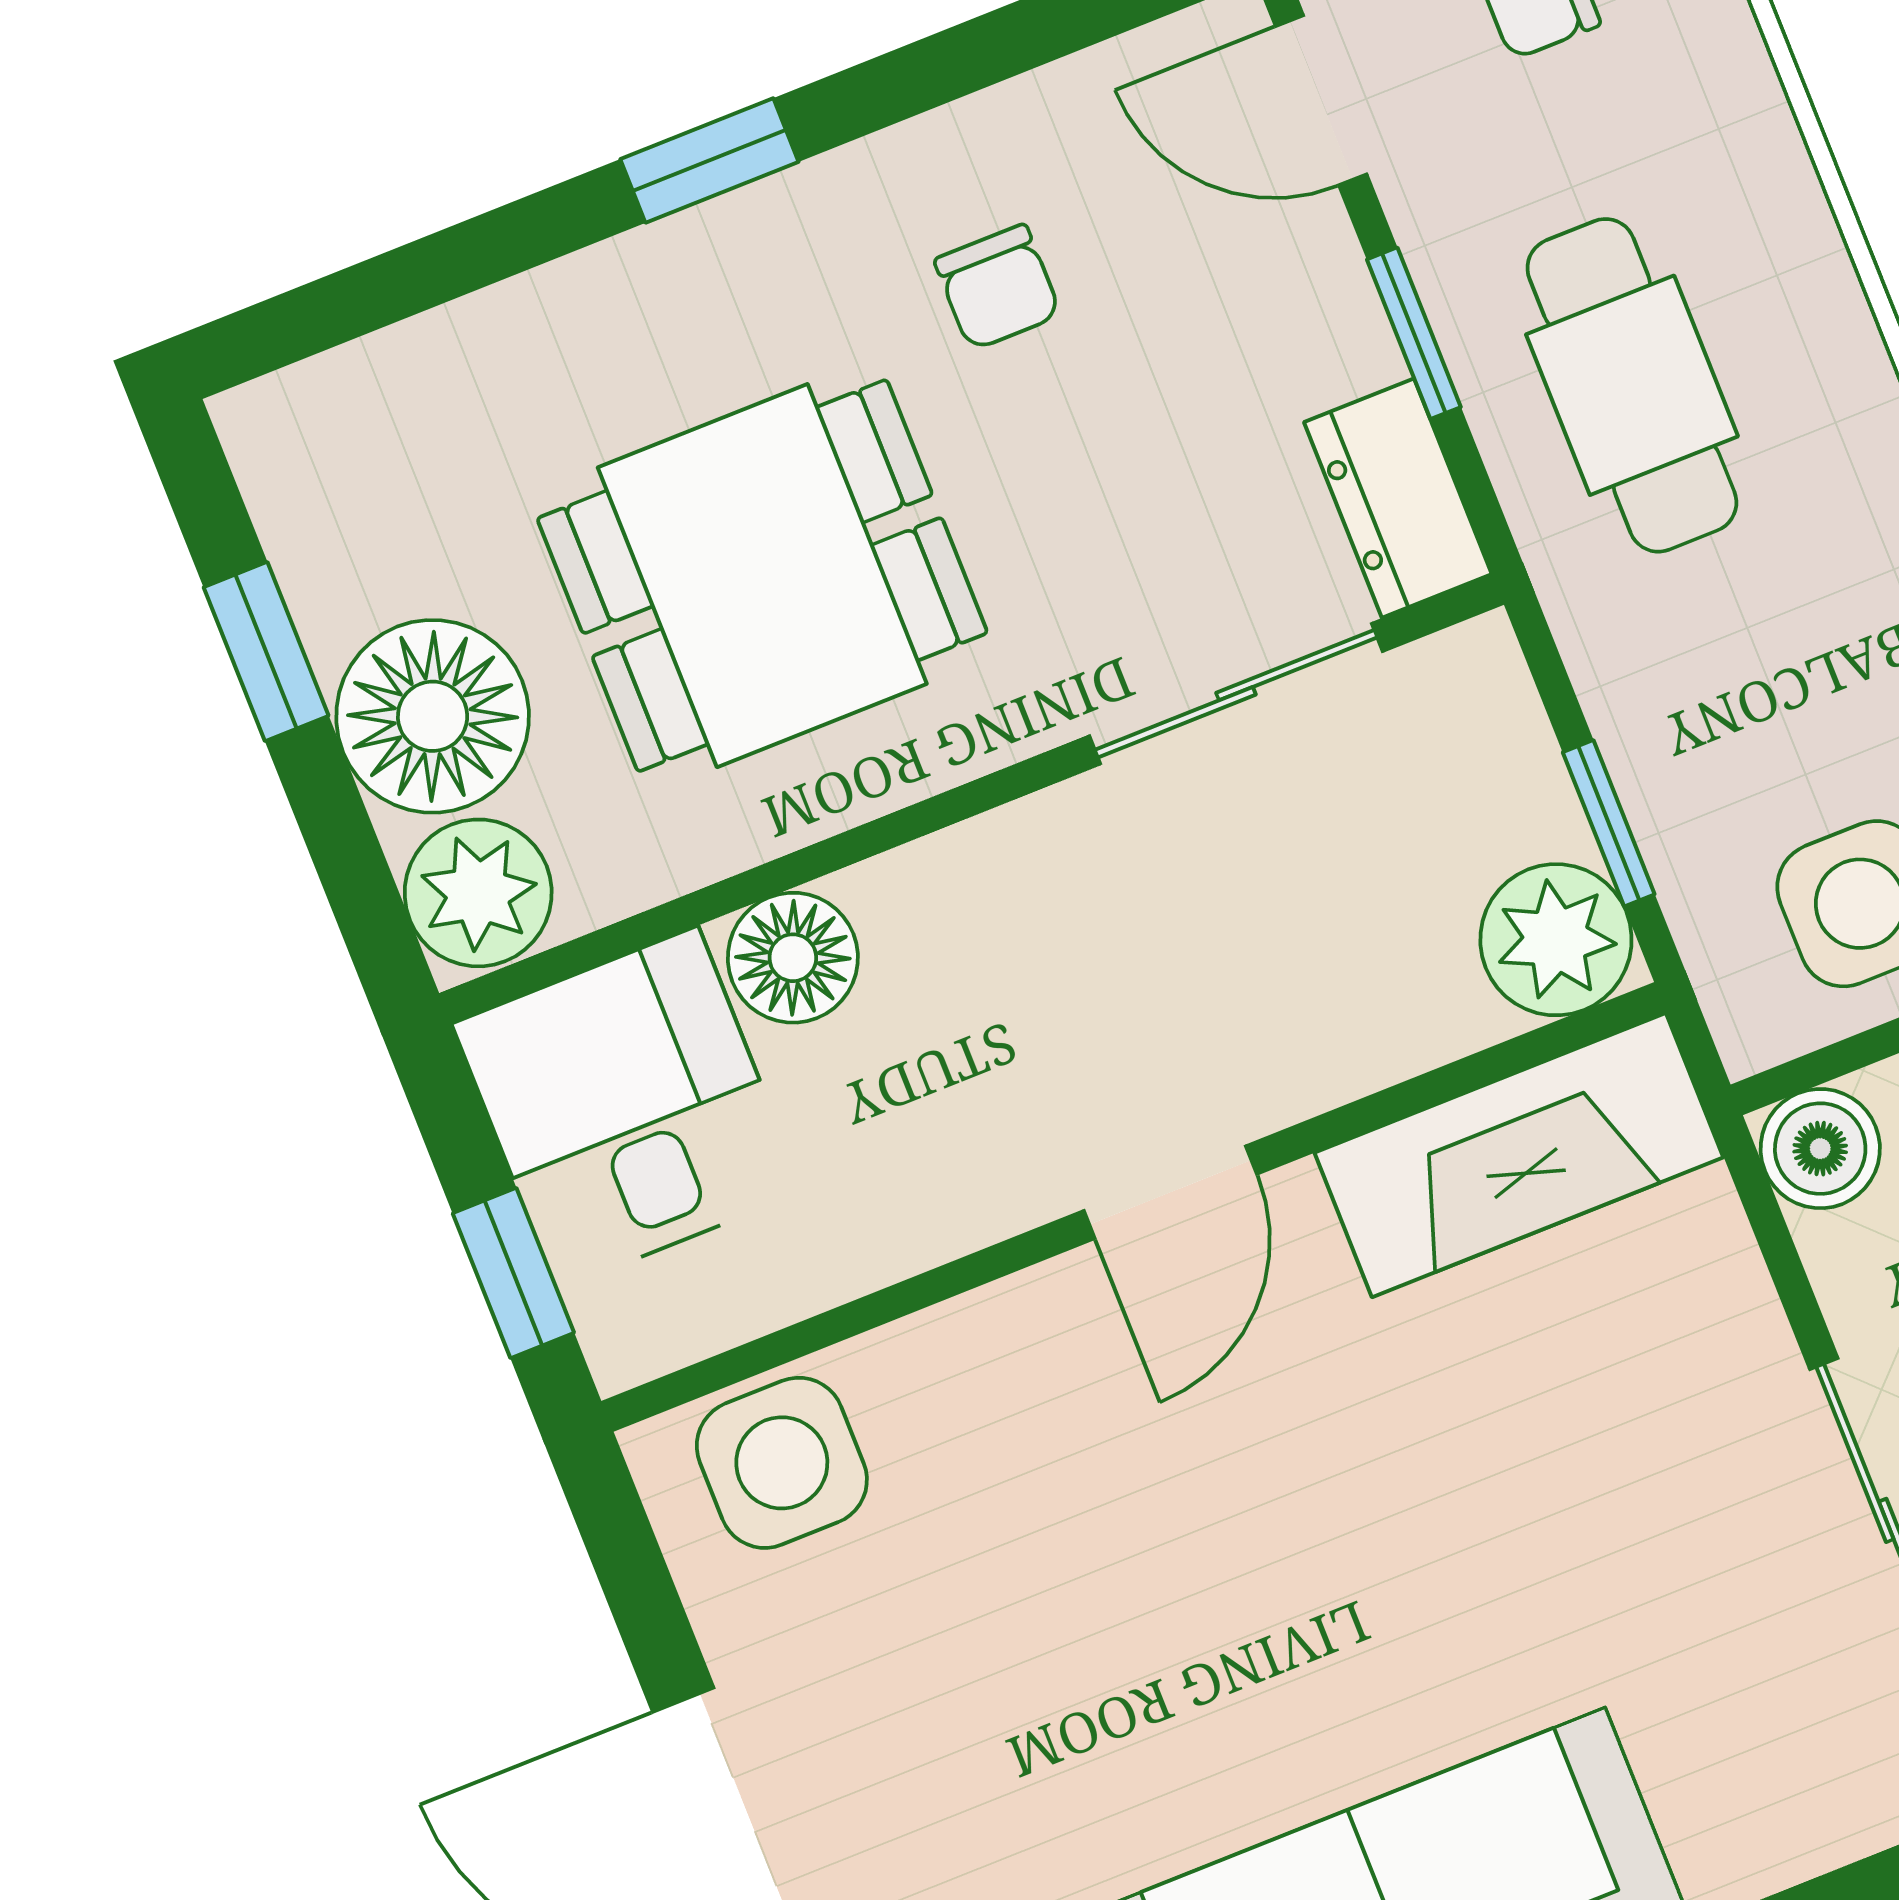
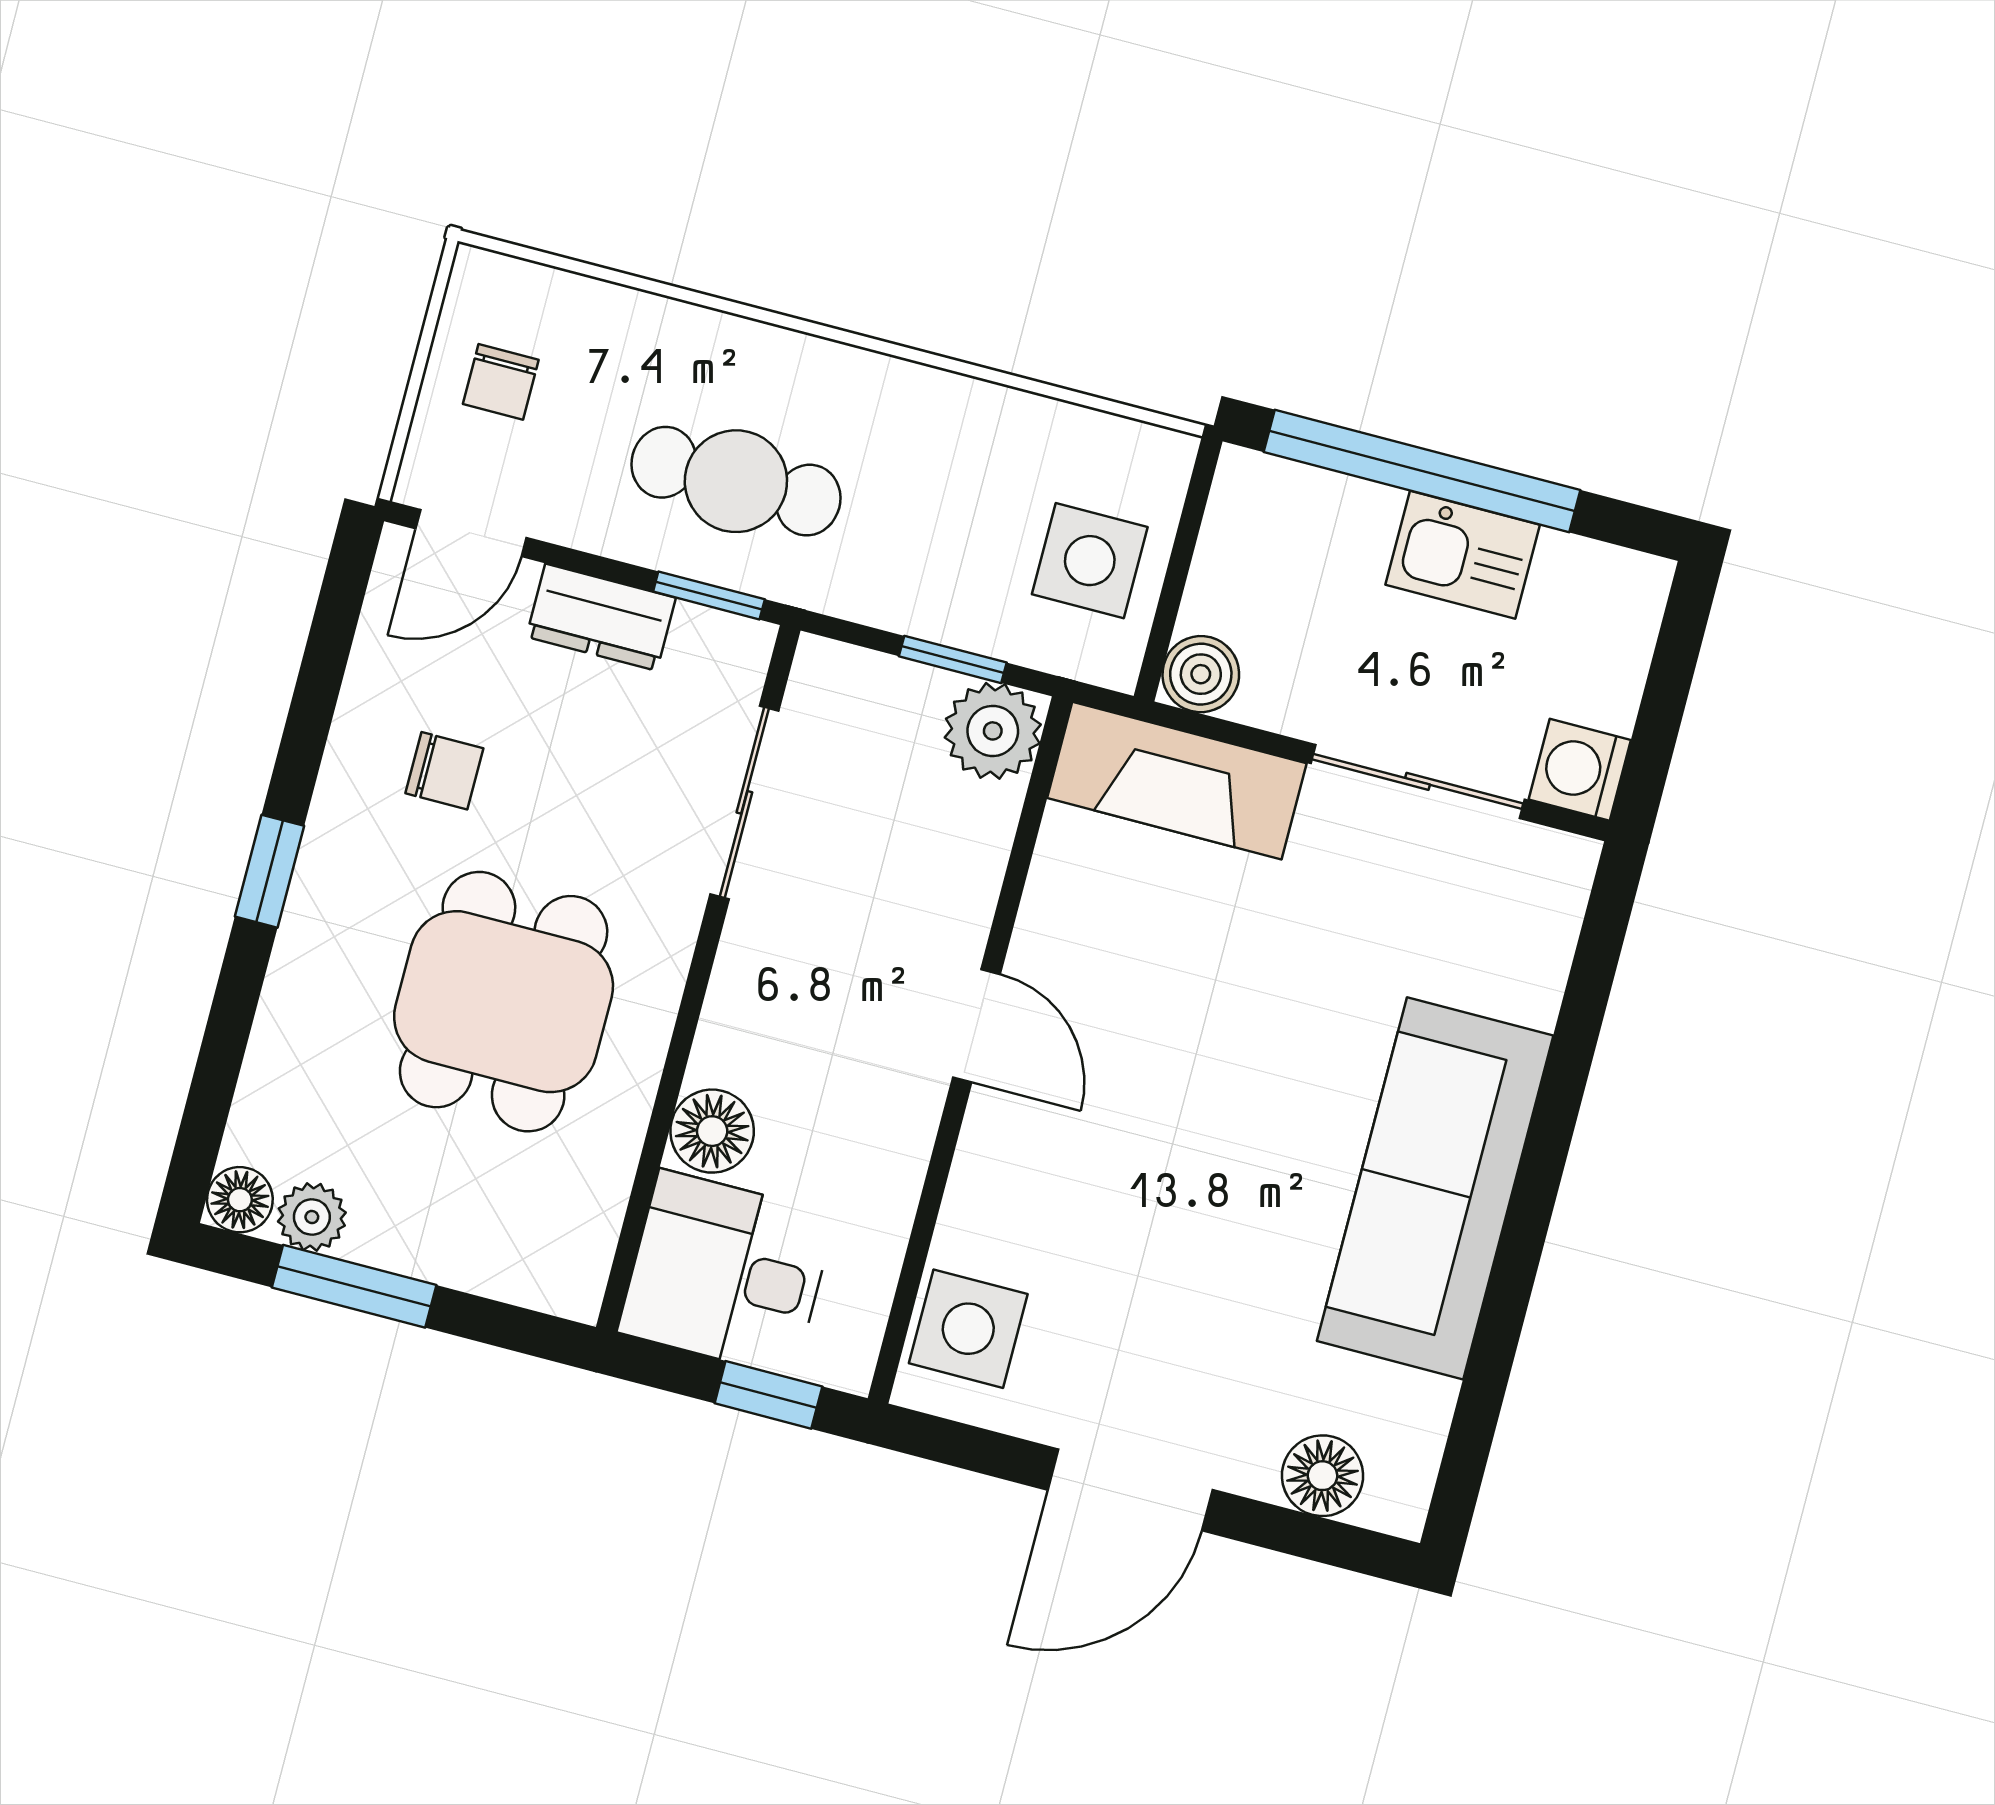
window: (1414, 333) -> (709, 595), moved
dresser: (1398, 498) -> (601, 617), moved
window: (266, 652) -> (354, 1286), width x1.50
floor lamp: (433, 716) -> (240, 1200), moved, width x0.53, depth x0.53
plant: (478, 893) -> (312, 1217), moved, width x0.73, depth x0.73
fireplace: (1519, 1155) -> (1177, 781), moved, turned 90

